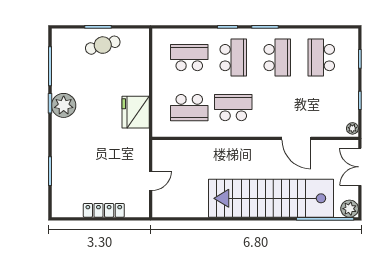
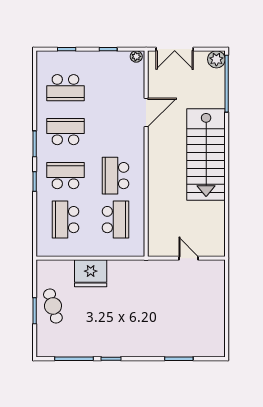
plant: (64, 105) -> (113, 345), removed
fridge: (136, 112) -> (91, 273), moved
stairs: (271, 198) -> (206, 154), width x0.73
locker: (104, 210) -> (218, 305), removed

